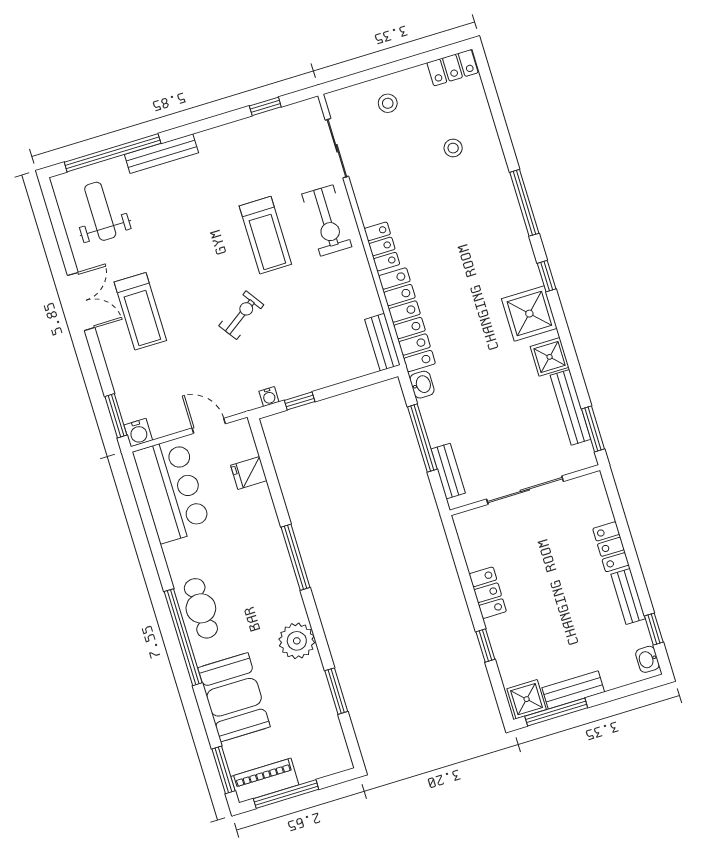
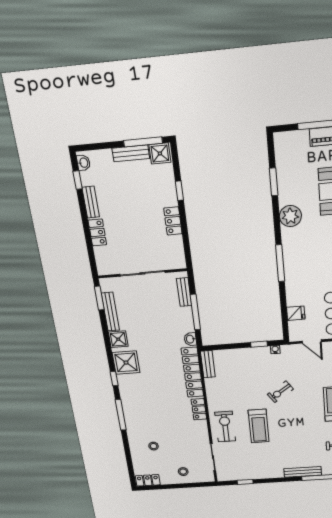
treadmill: (265, 235) -> (259, 426), turned 180

